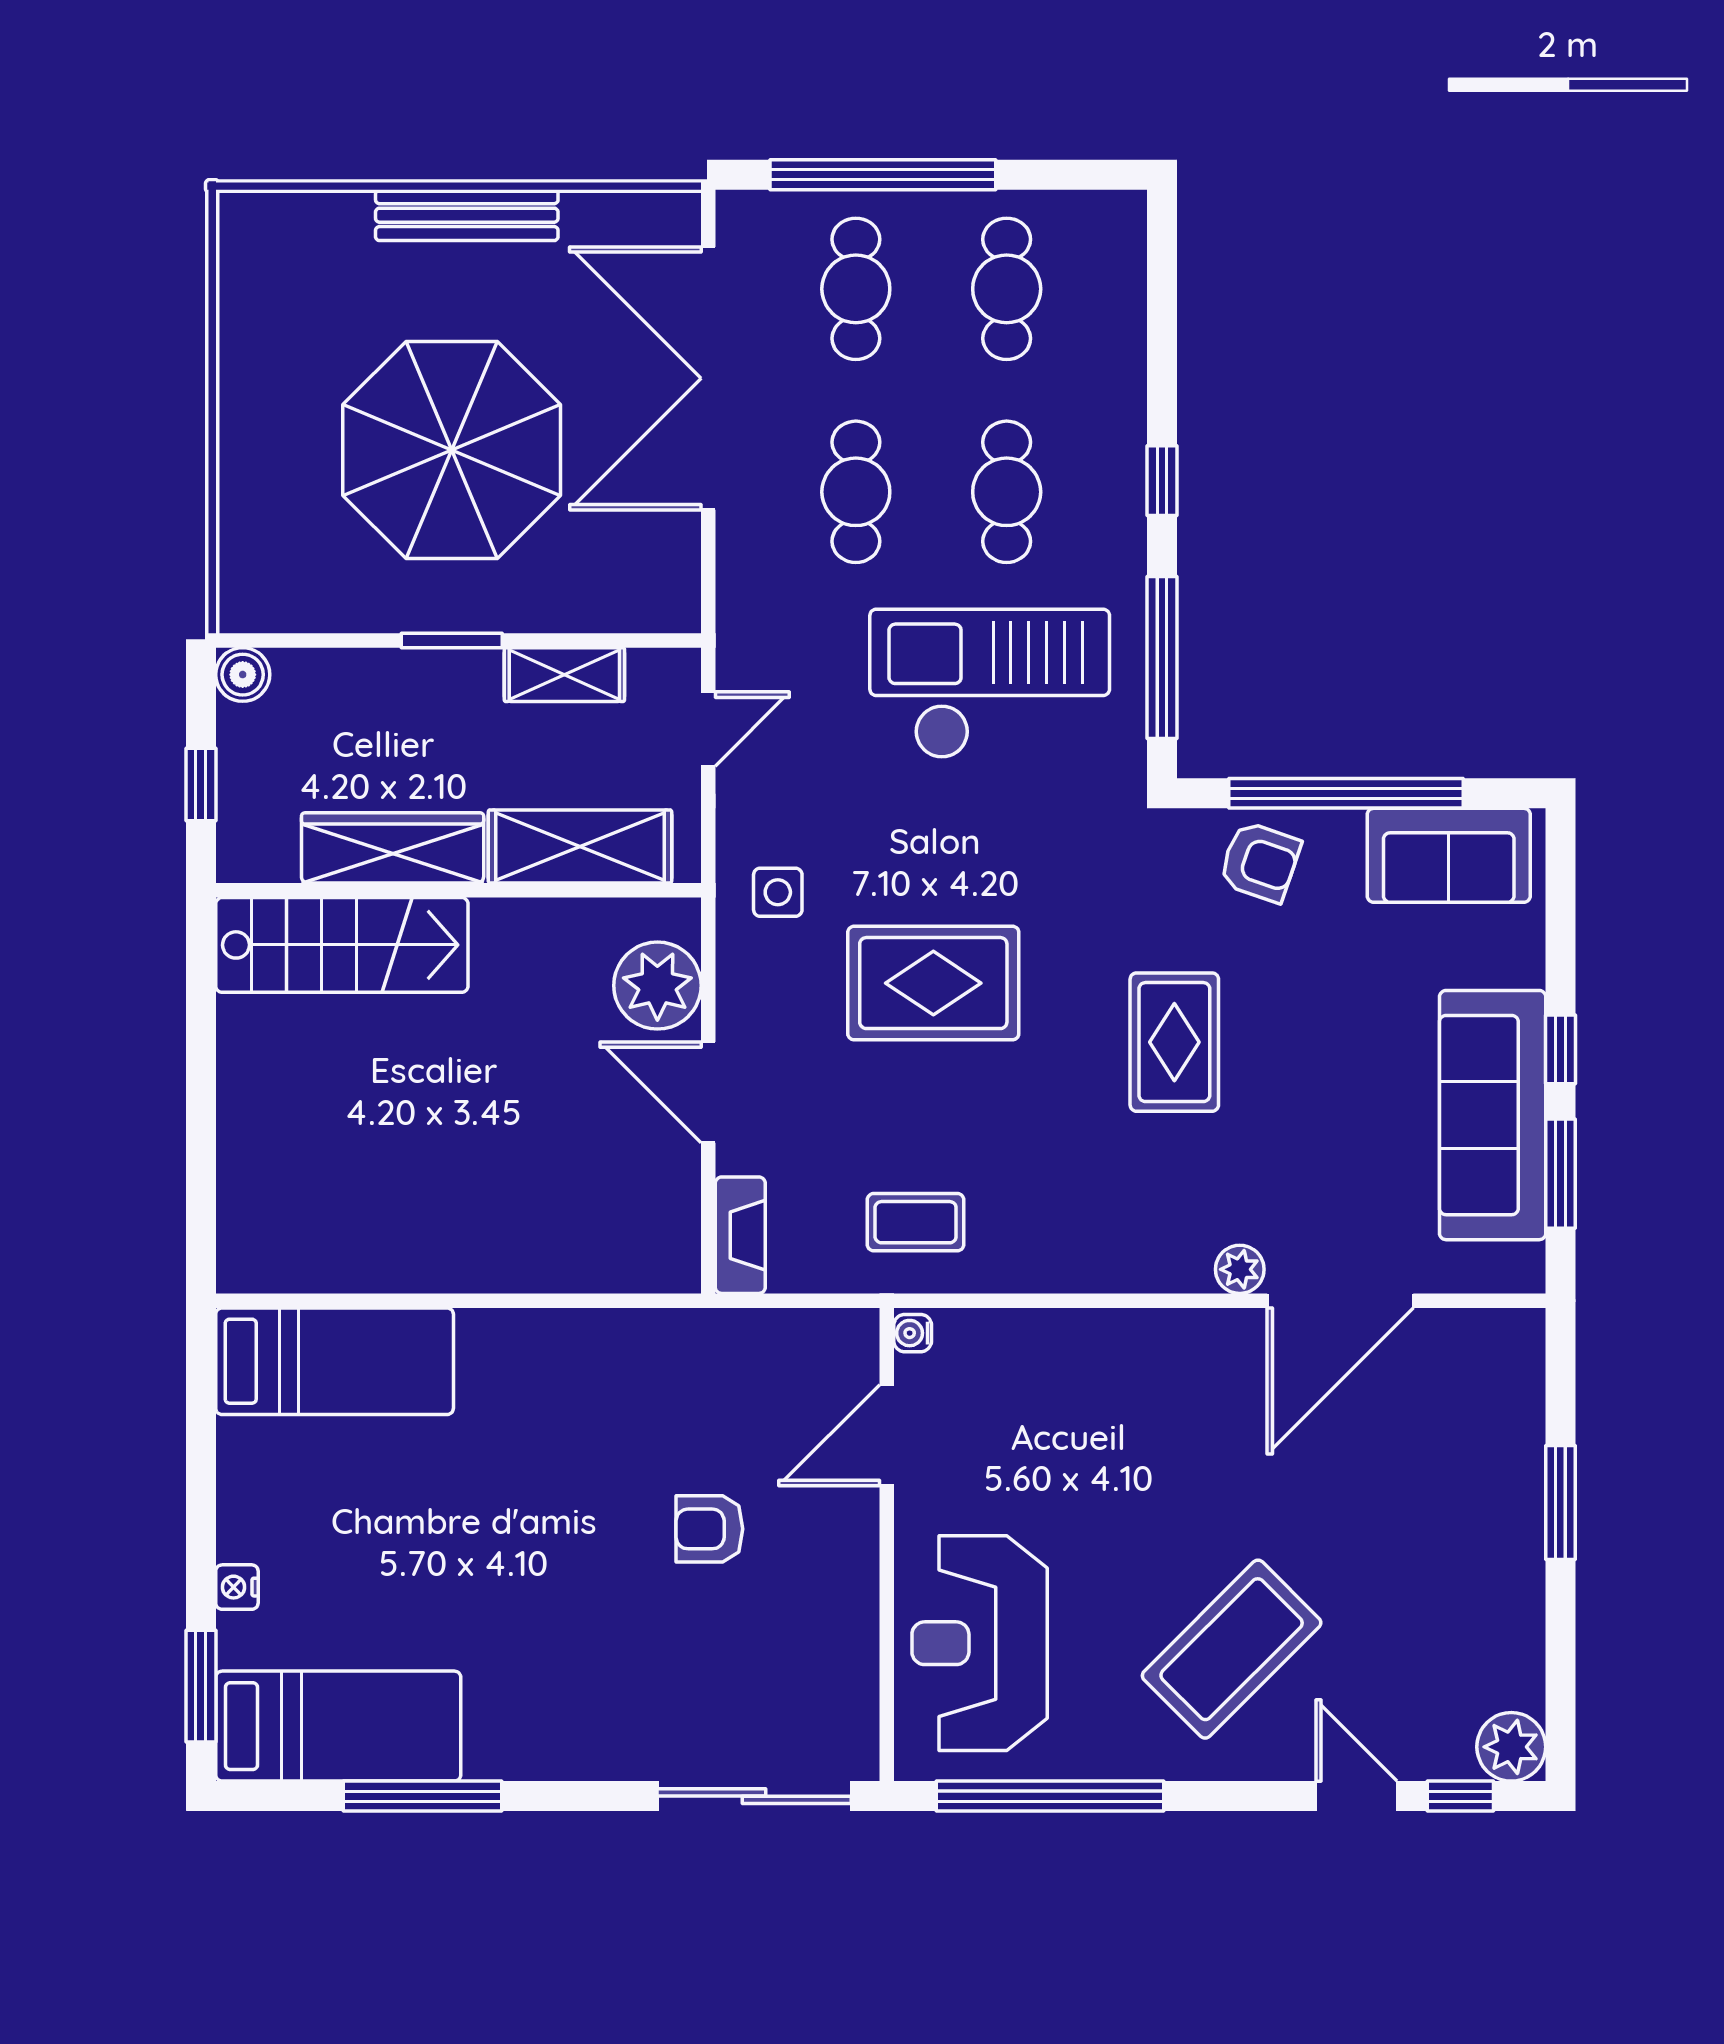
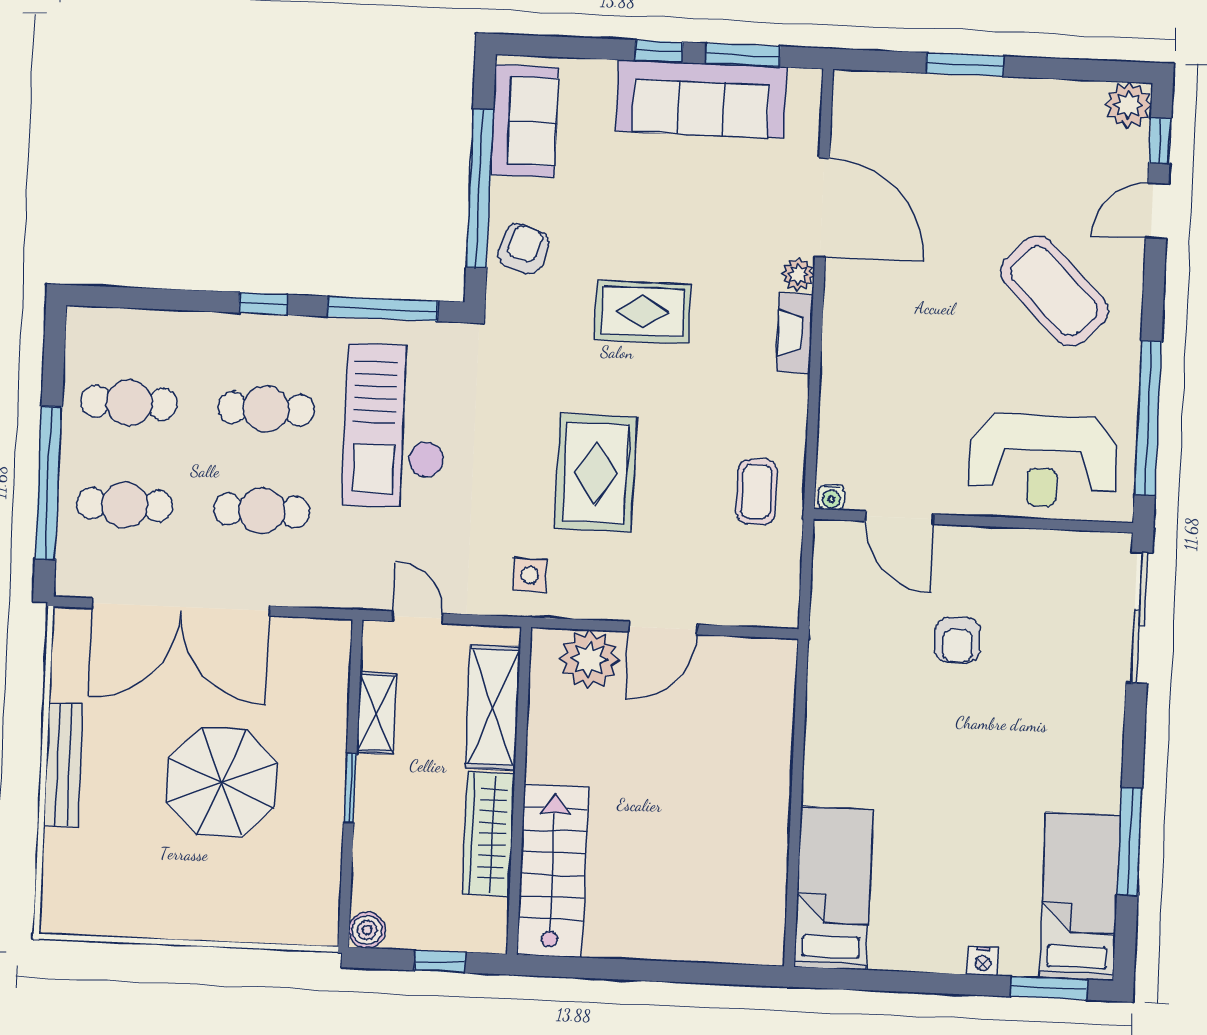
parasol: (452, 450) -> (222, 782), width x0.73, depth x0.73
fireplace: (740, 1235) -> (795, 333), moved, turned -90

